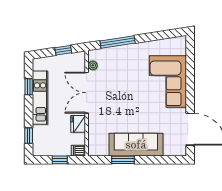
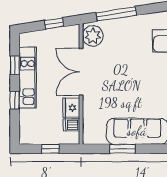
plant: (93, 65) -> (93, 36), width x1.88, depth x1.88
window: (29, 136) -> (15, 100), moved
dishwasher: (78, 151) -> (72, 125), moved

